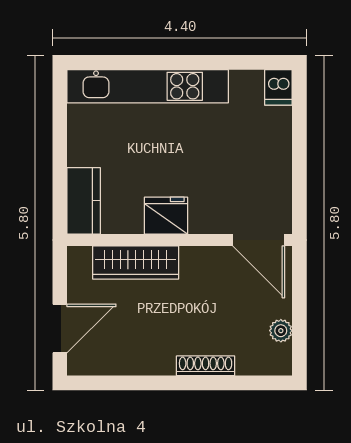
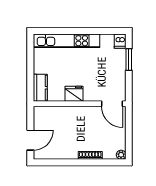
window: (299, 132) -> (129, 60), added
wardrobe: (136, 262) -> (62, 113), removed
plant: (281, 331) -> (121, 155), moved

